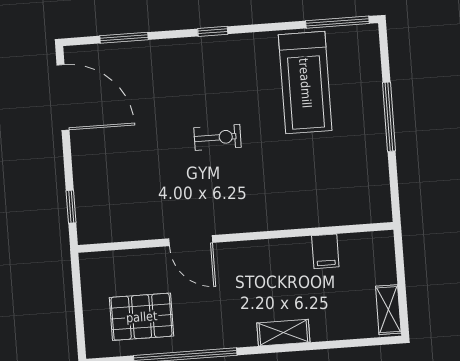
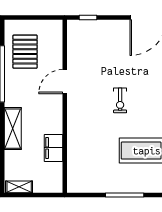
filing cabinet: (325, 251) -> (53, 148), width x2.00
shelving: (283, 333) -> (13, 129), width x1.50, depth x1.33

